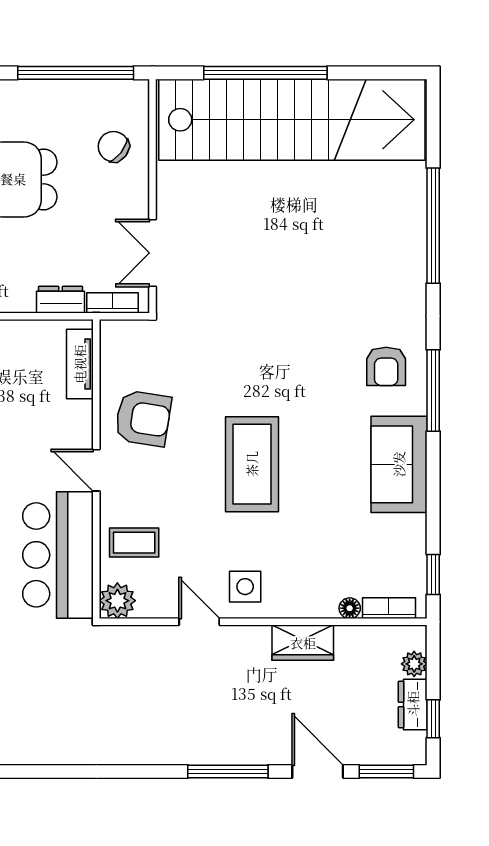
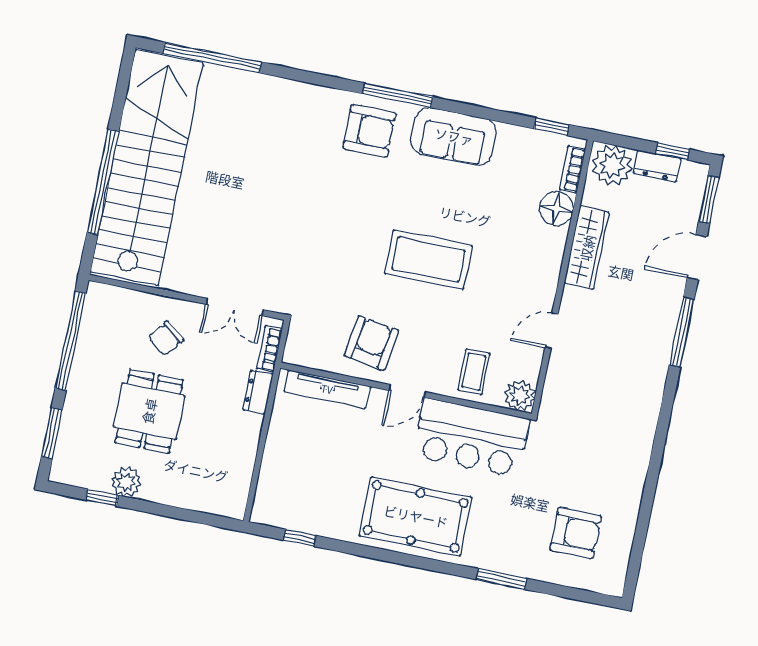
chair: (114, 147) -> (166, 339), moved
window: (433, 226) -> (212, 58), moved
tv unit: (80, 364) -> (327, 389), width x1.41
armchair: (386, 366) -> (369, 131), width x1.38, depth x1.38
side table: (245, 587) -> (530, 286), removed
floor lamp: (350, 608) -> (556, 209), width x1.89, depth x1.89
wardrobe: (303, 643) -> (587, 248), width x1.50
plant: (414, 664) -> (612, 165), width x1.88, depth x1.88

